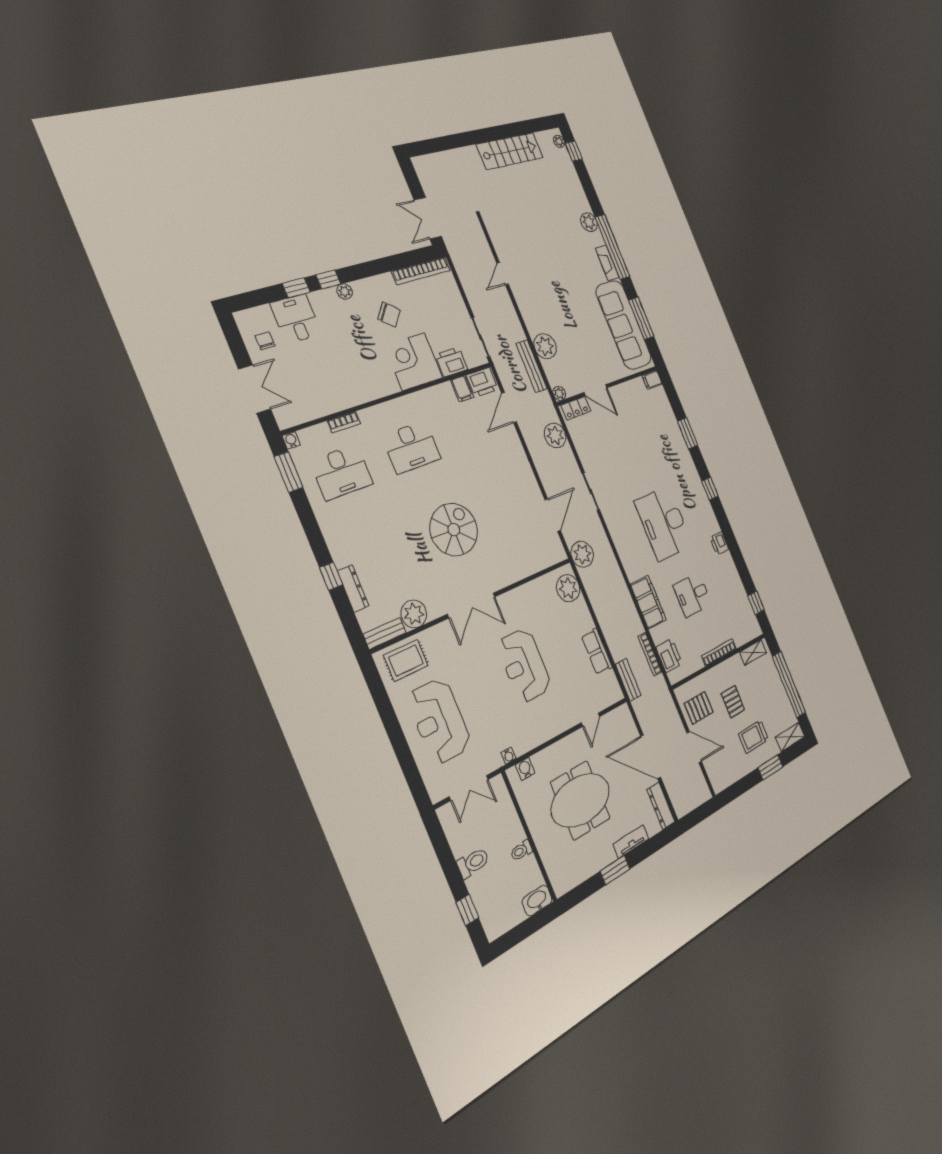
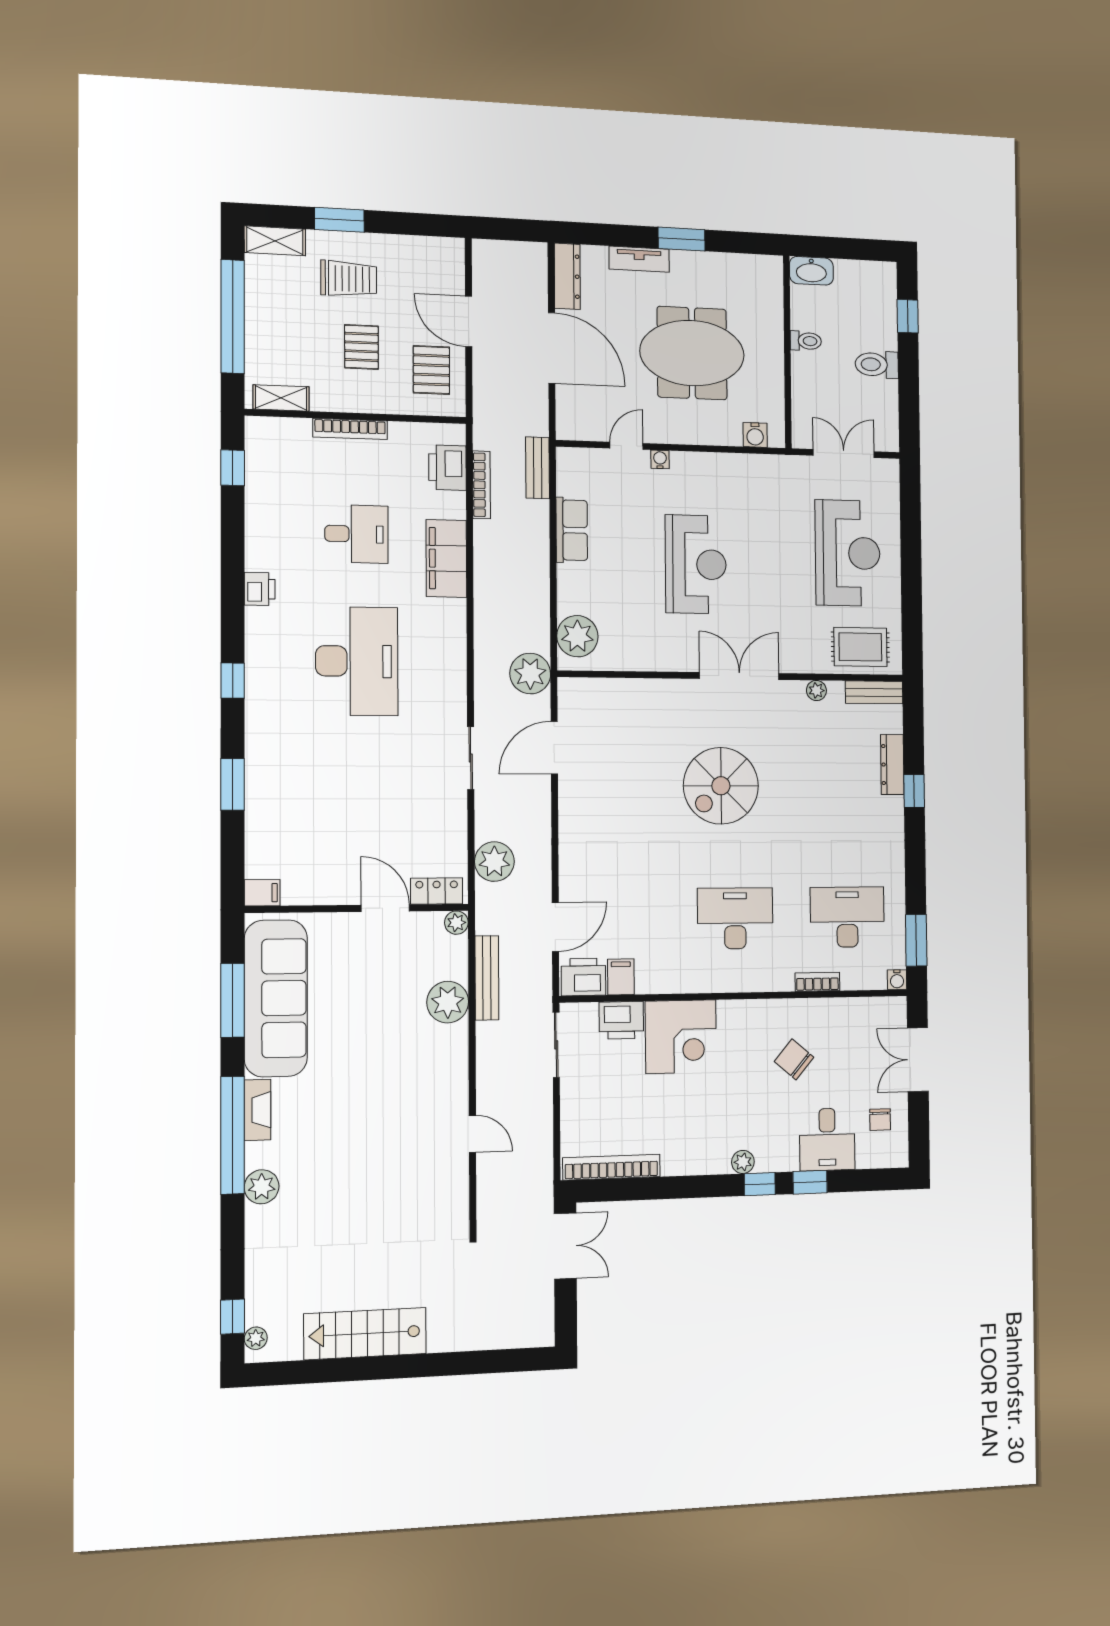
door: (503, 274) -> (472, 1134), hinge flipped
chair: (389, 315) -> (794, 1059), moved
plant: (414, 614) -> (816, 690), width x0.53, depth x0.53
pallet: (699, 708) -> (431, 370), turned 90
water cooler: (509, 756) -> (660, 459), moved

